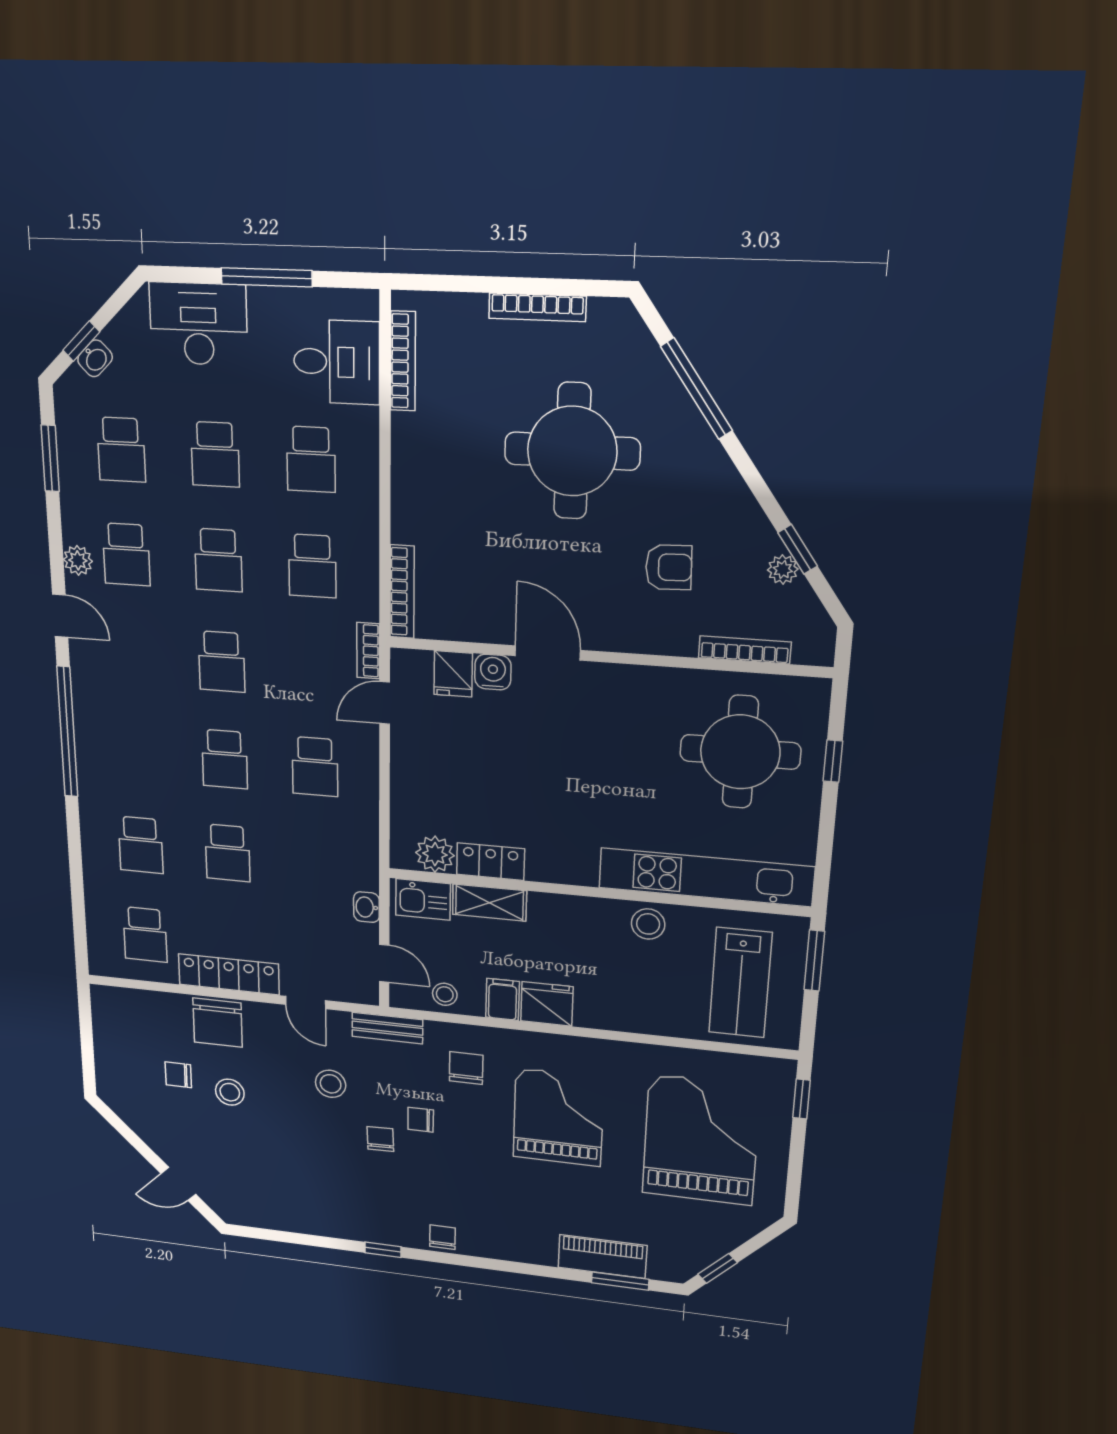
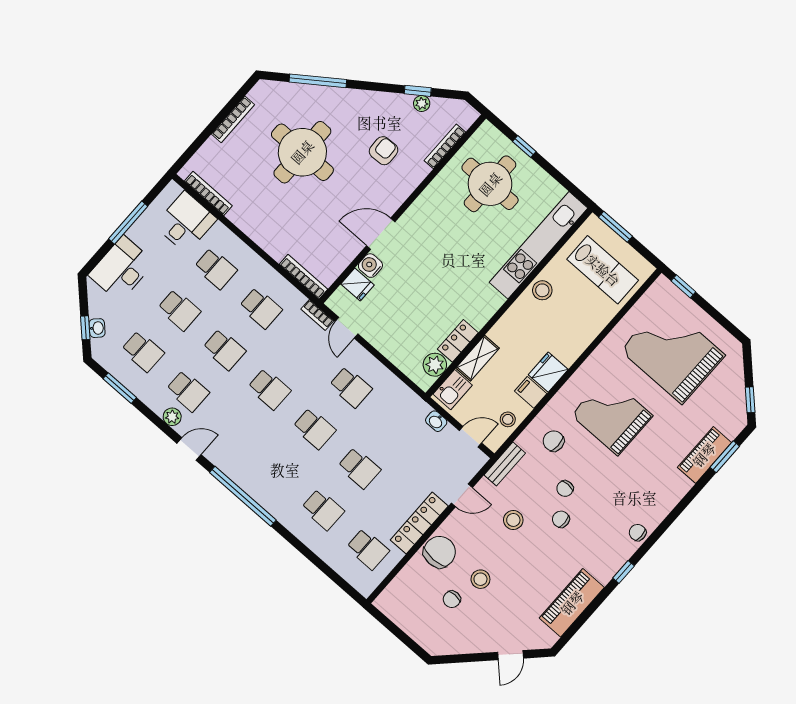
chair: (218, 1023) -> (440, 552), turned -90
piano: (297, 1214) -> (572, 603), added

